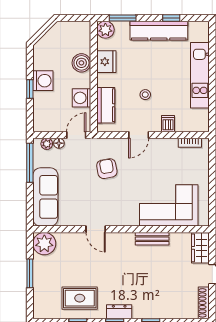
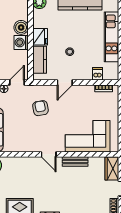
fridge: (106, 62) -> (40, 37), moved
washing machine: (81, 98) -> (21, 42), moved
dishwasher: (168, 124) -> (98, 74), moved
door: (96, 229) -> (49, 154), moved

